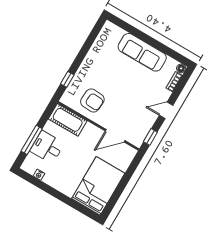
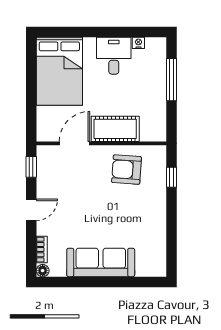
cot: (68, 120) -> (115, 129), moved
desk: (47, 147) -> (114, 56), moved, turned -90

